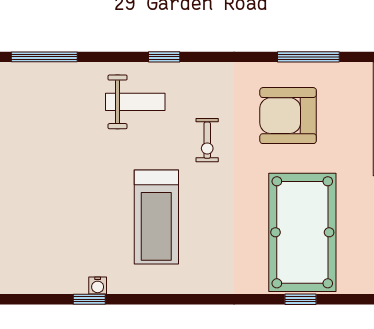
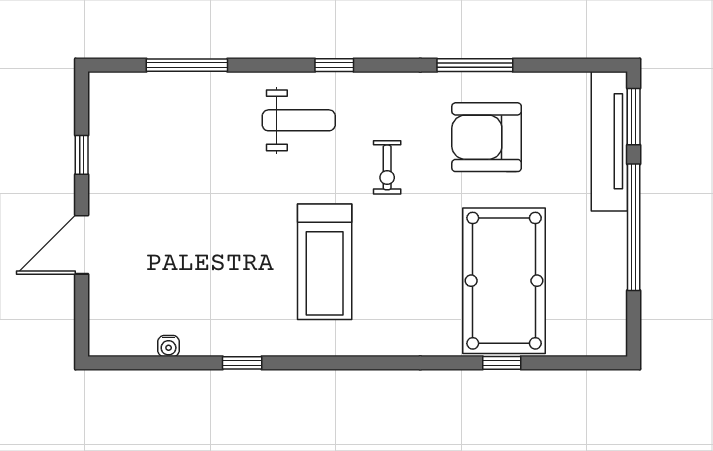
window: (308, 57) -> (475, 65), moved
water cooler: (98, 286) -> (169, 346), moved

